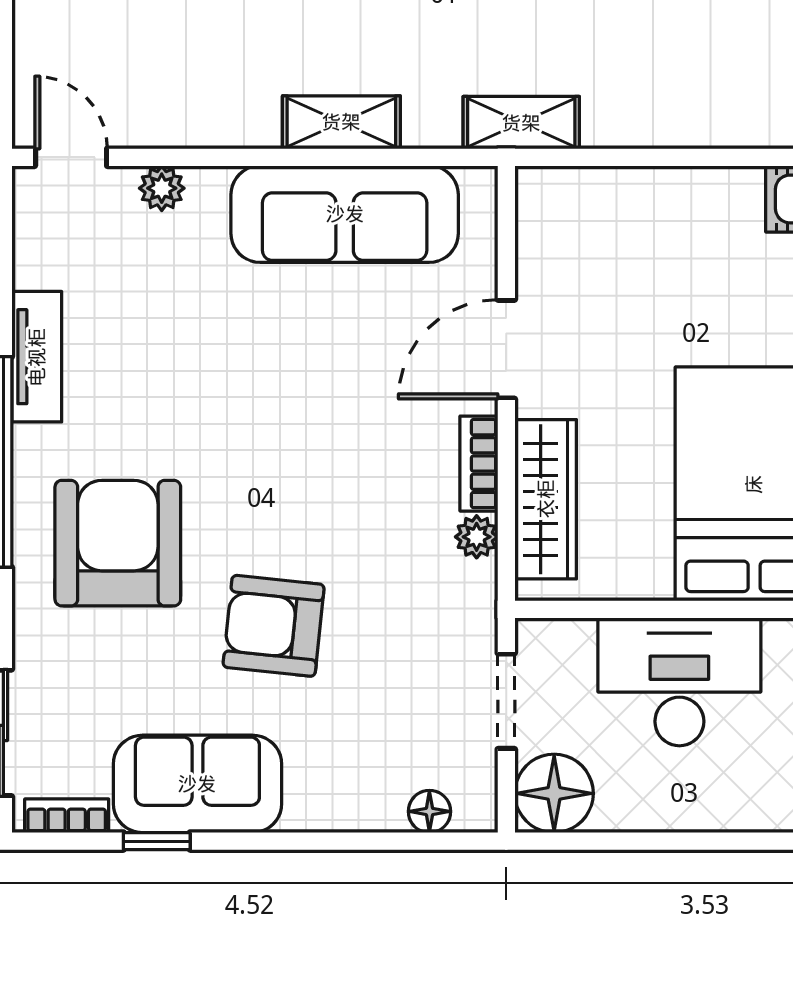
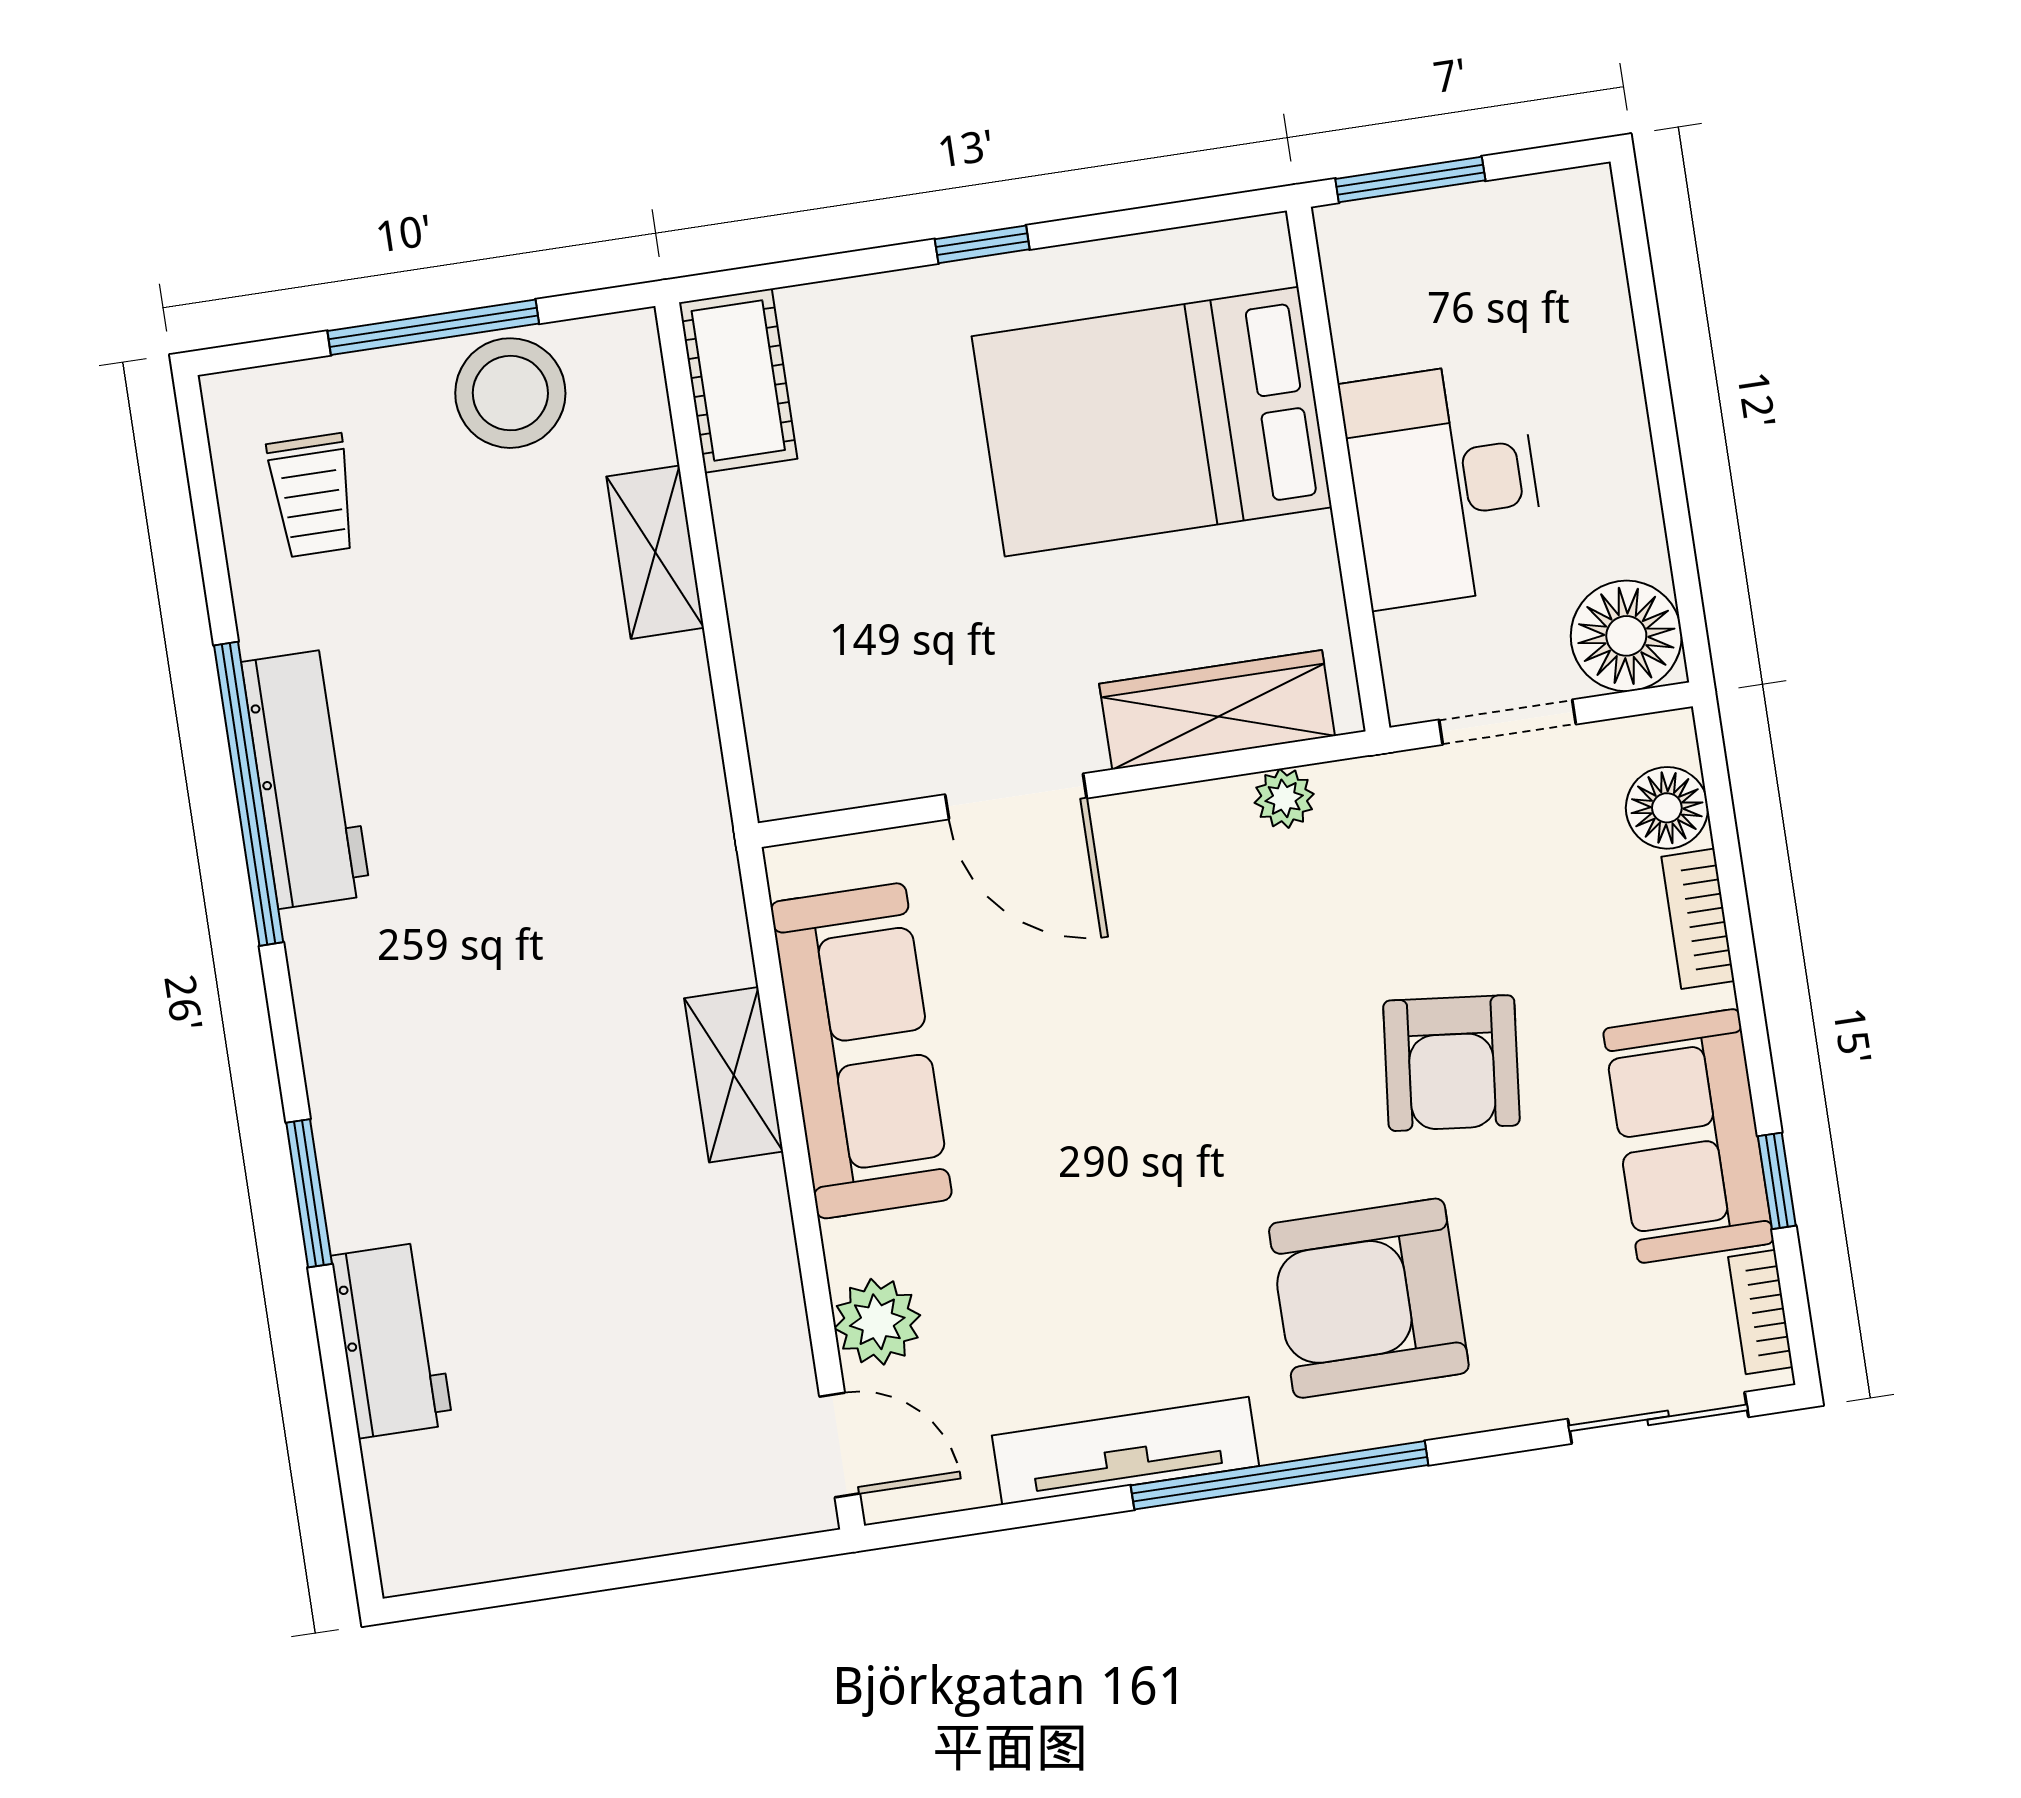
shelving: (521, 123) -> (655, 552), moved
door: (71, 157) -> (840, 1445), swing flipped
plant: (162, 188) -> (877, 1322), width x1.38, depth x1.38
tv unit: (37, 357) -> (1125, 1451), width x1.41
bookcase: (479, 464) -> (1698, 919), moved, turned 90
floor lamp: (429, 811) -> (1667, 808), width x1.37, depth x1.37

